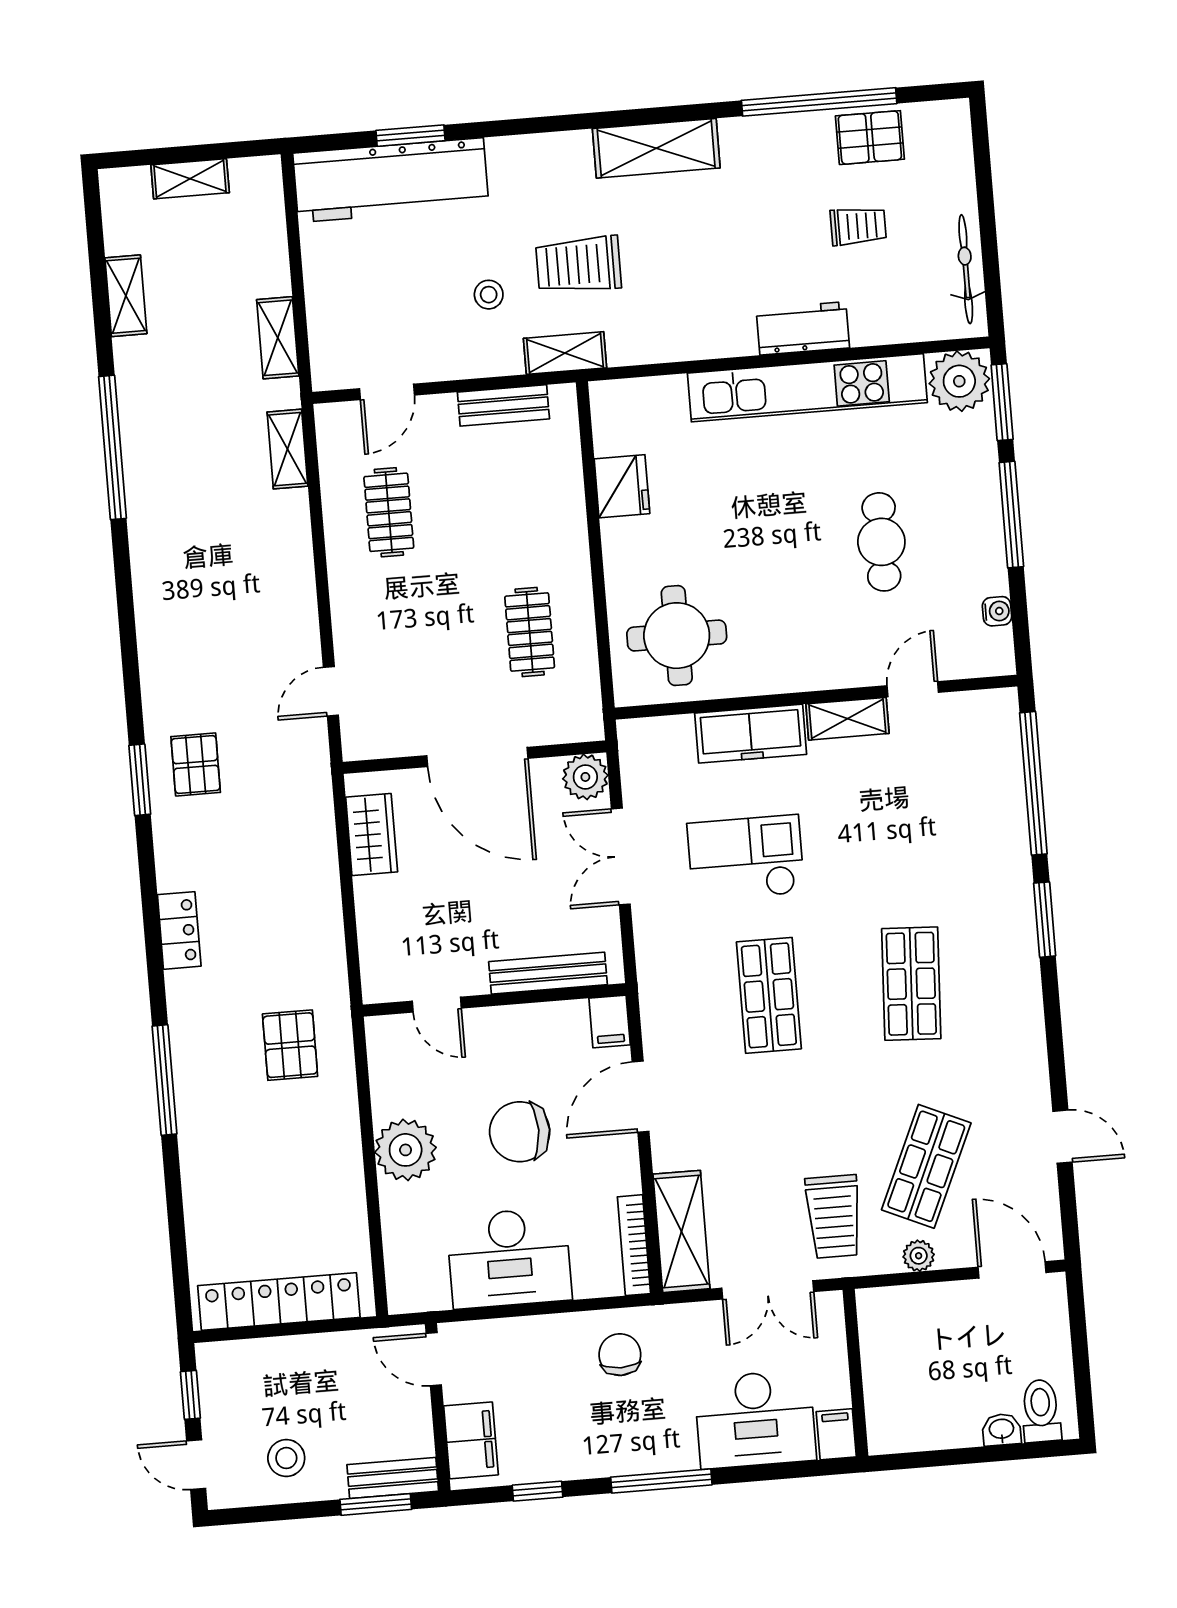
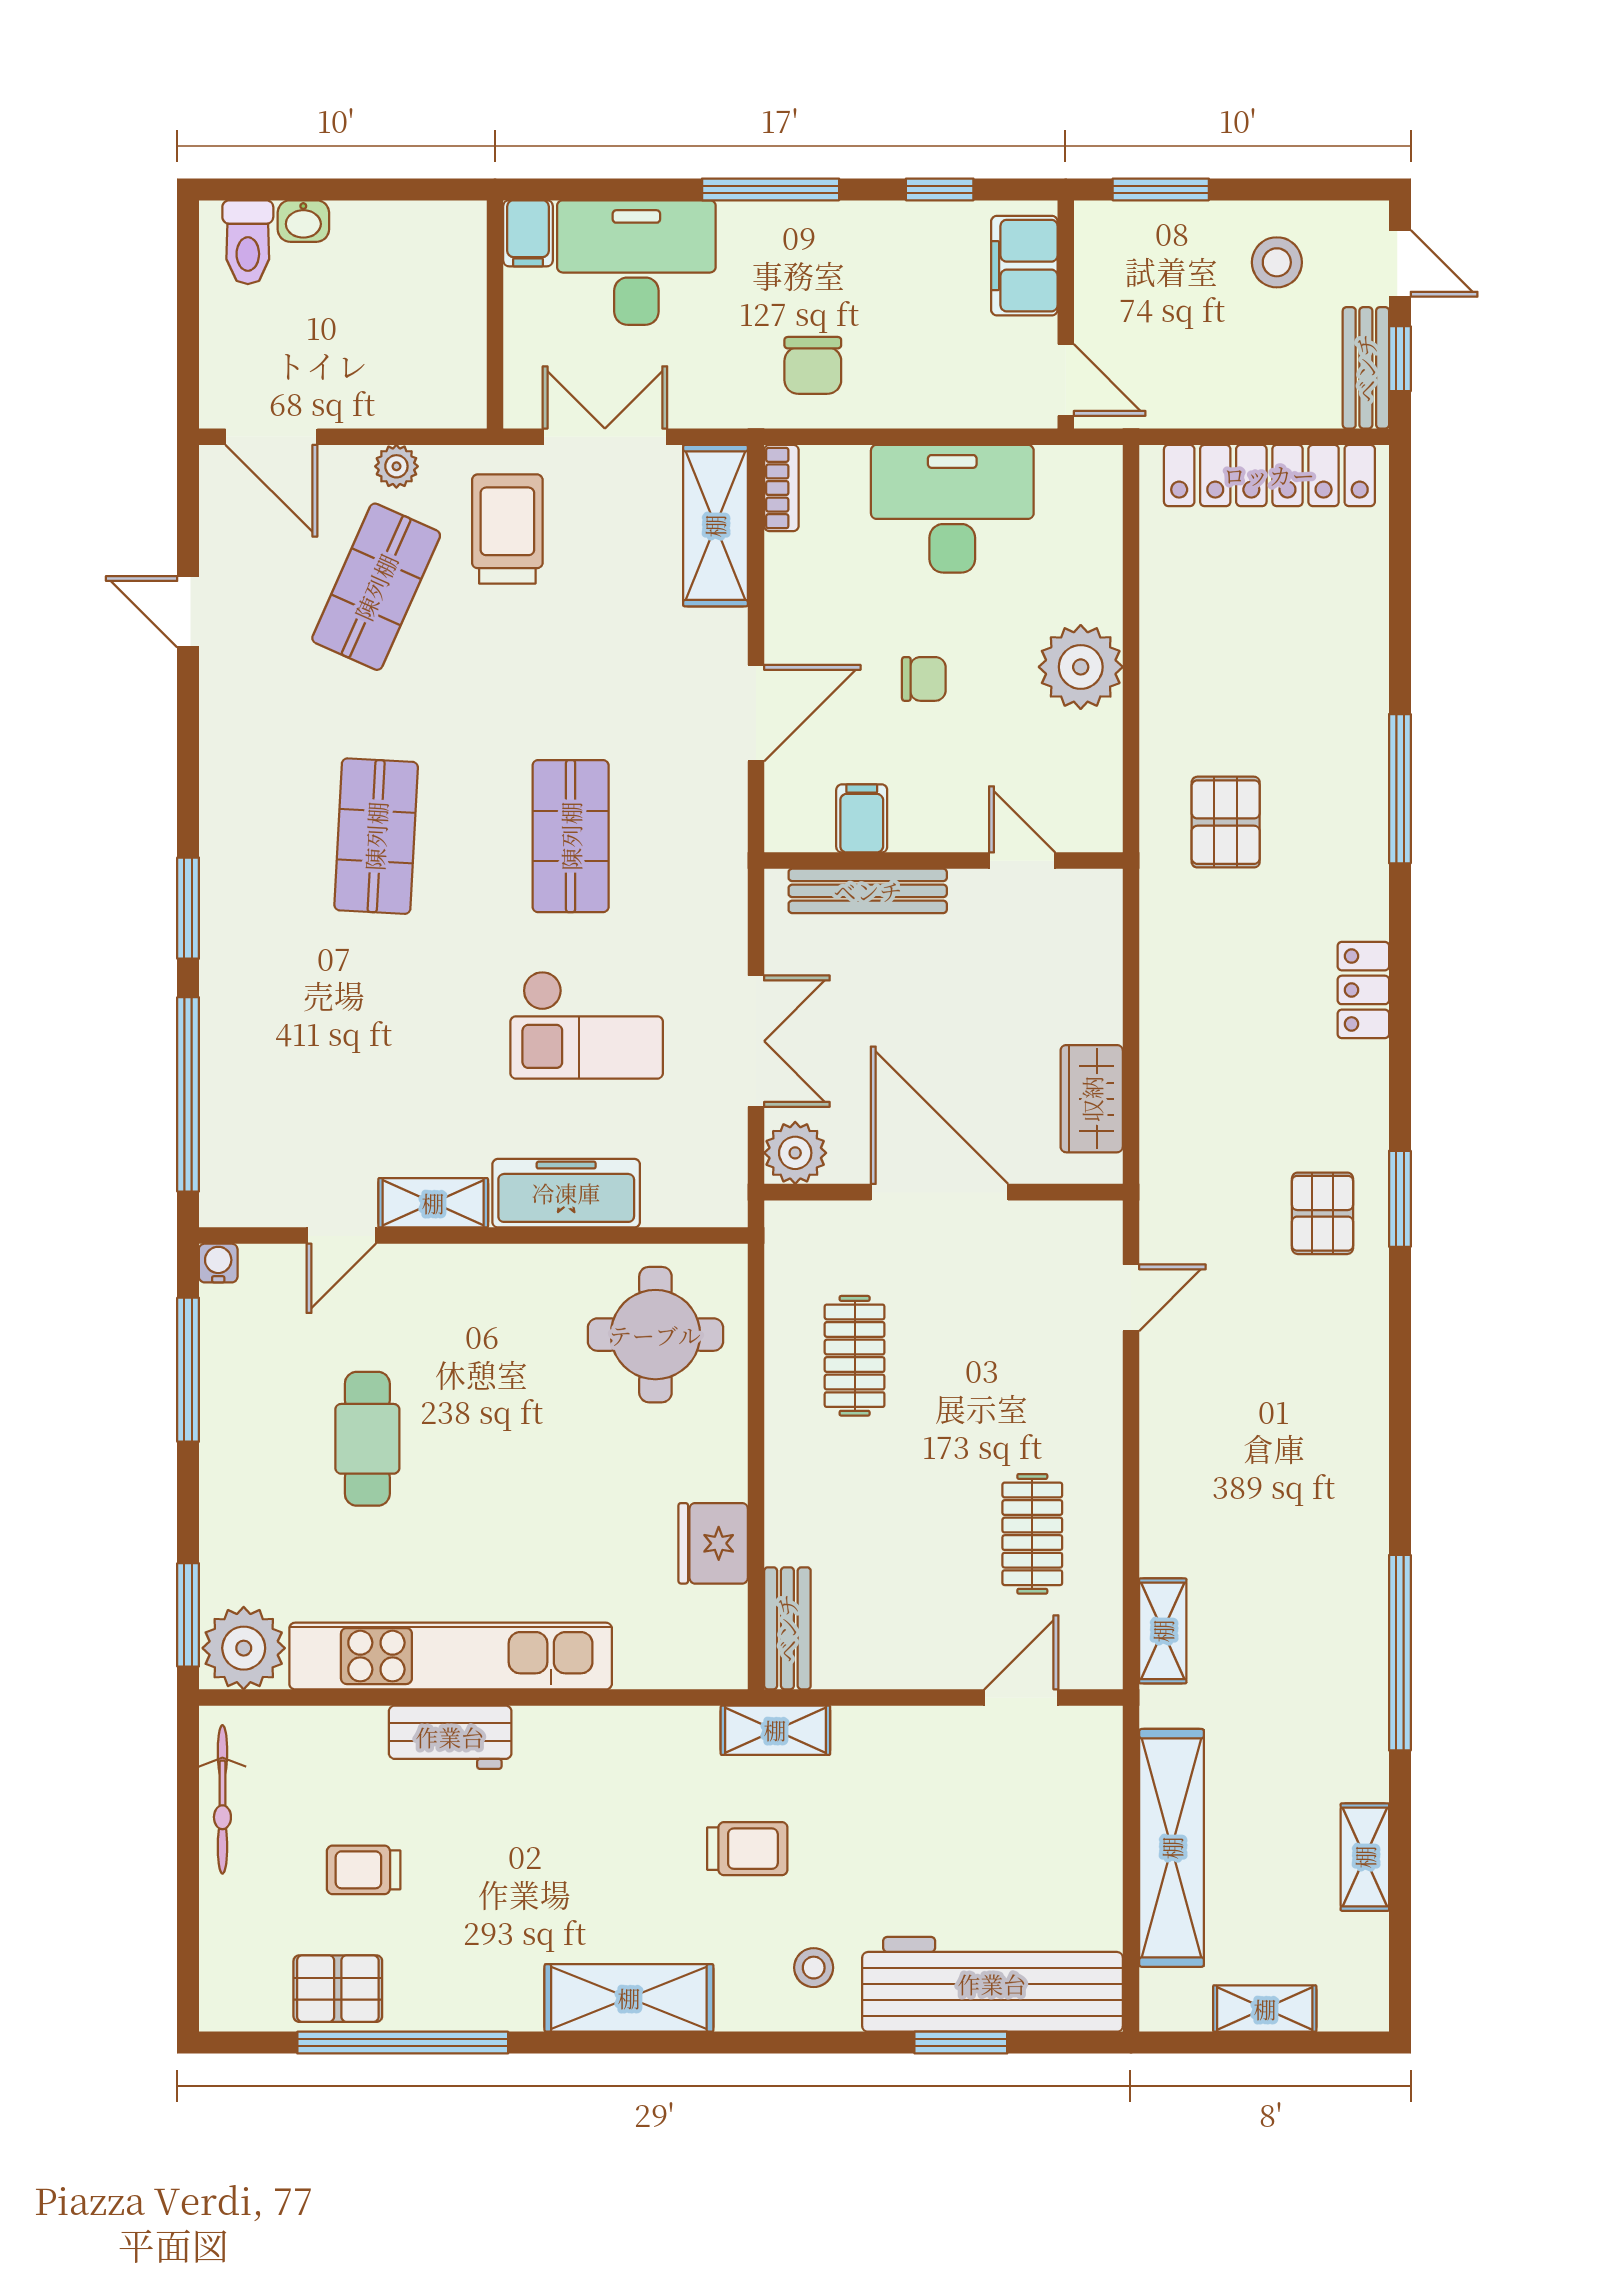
trolley: (579, 265) -> (747, 1849), width x0.73, depth x0.72
stool: (489, 295) -> (814, 1968), moved
shelving: (278, 338) -> (1172, 1848), width x2.20, depth x1.33
bench: (503, 405) -> (787, 1628), moved, turned 90
window: (1011, 515) -> (188, 1370), moved
water cooler: (997, 611) -> (218, 1263), moved, turned 90
filing cabinet: (610, 1022) -> (862, 818), moved
chair: (520, 1132) -> (924, 679), width x0.54, depth x0.54
bookcase: (634, 1245) -> (781, 488), width x0.64
bench: (393, 1478) -> (1366, 368), moved, turned 90

